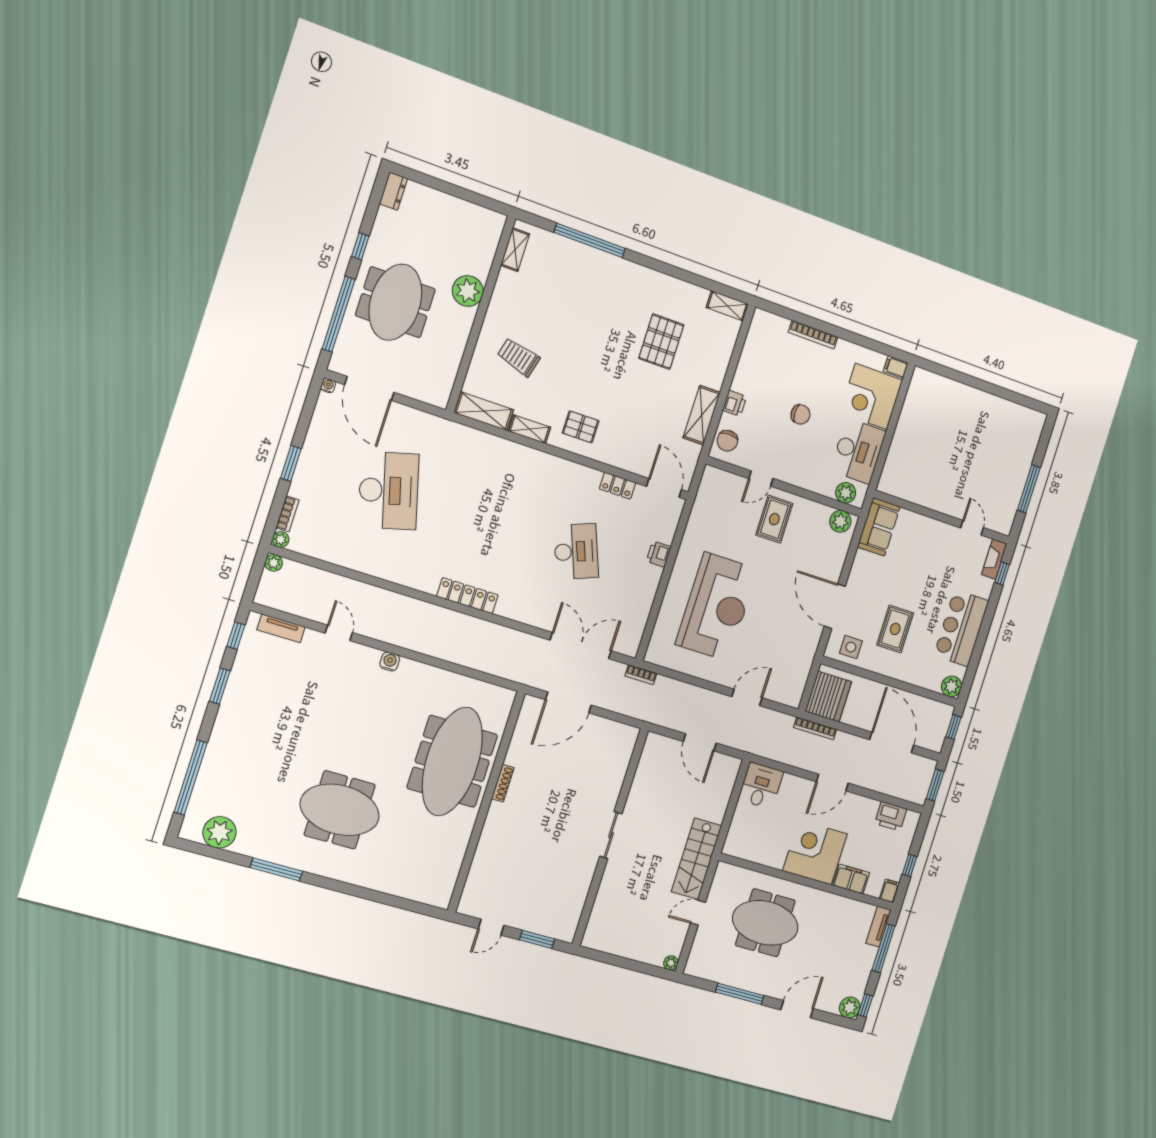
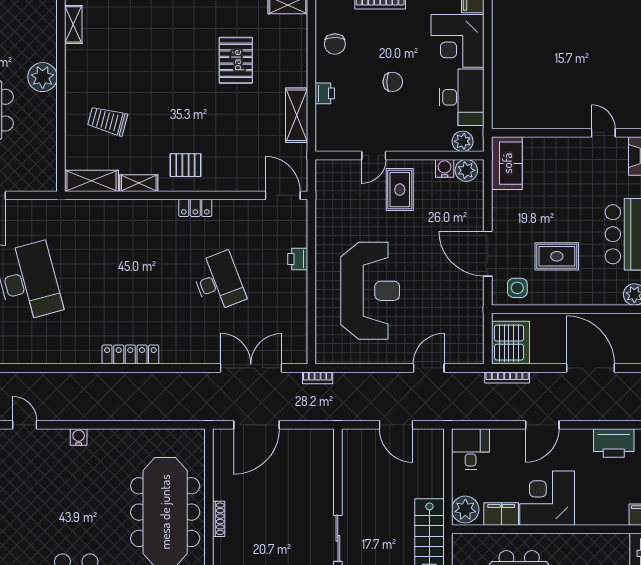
chair: (727, 441) -> (335, 44), moved
locker: (617, 486) -> (195, 208), moved
water cooler: (821, 513) -> (445, 168), added
rug: (895, 629) -> (557, 256), turned 90
printer: (891, 816) -> (614, 443), width x1.37, depth x1.19
plant: (738, 842) -> (465, 510), added
filing cabinet: (851, 879) -> (501, 514), moved

